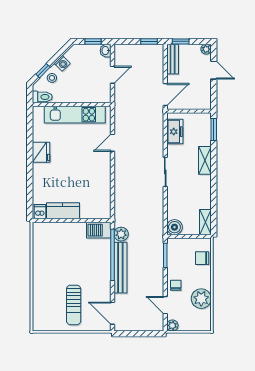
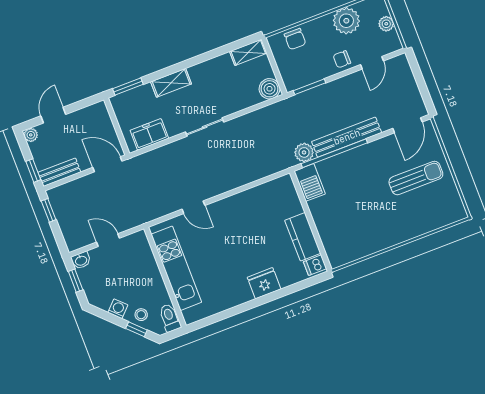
fridge: (41, 152) -> (264, 283), moved
plant: (172, 325) -> (386, 24), moved

